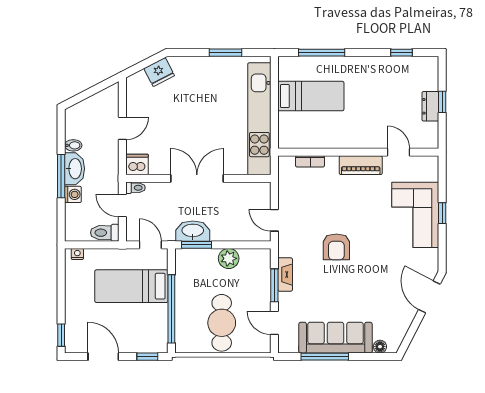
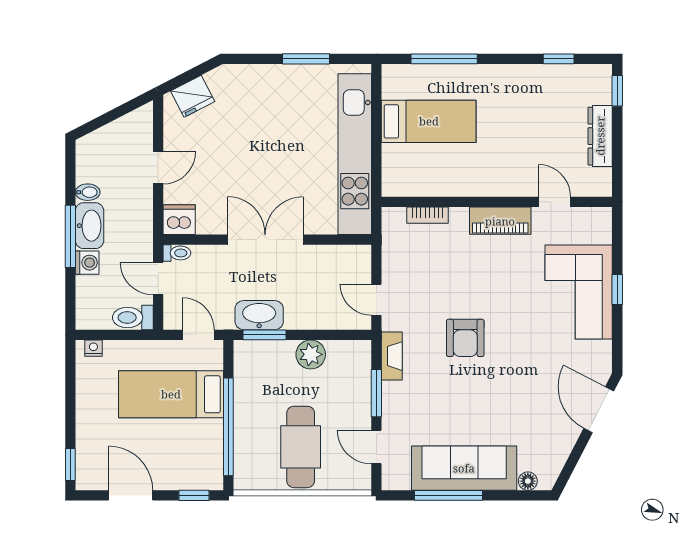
fridge: (159, 72) -> (193, 96), moved
window: (442, 102) -> (617, 91), moved
dresser: (430, 106) -> (600, 136), width x1.44
fireplace: (285, 275) -> (392, 356), moved

